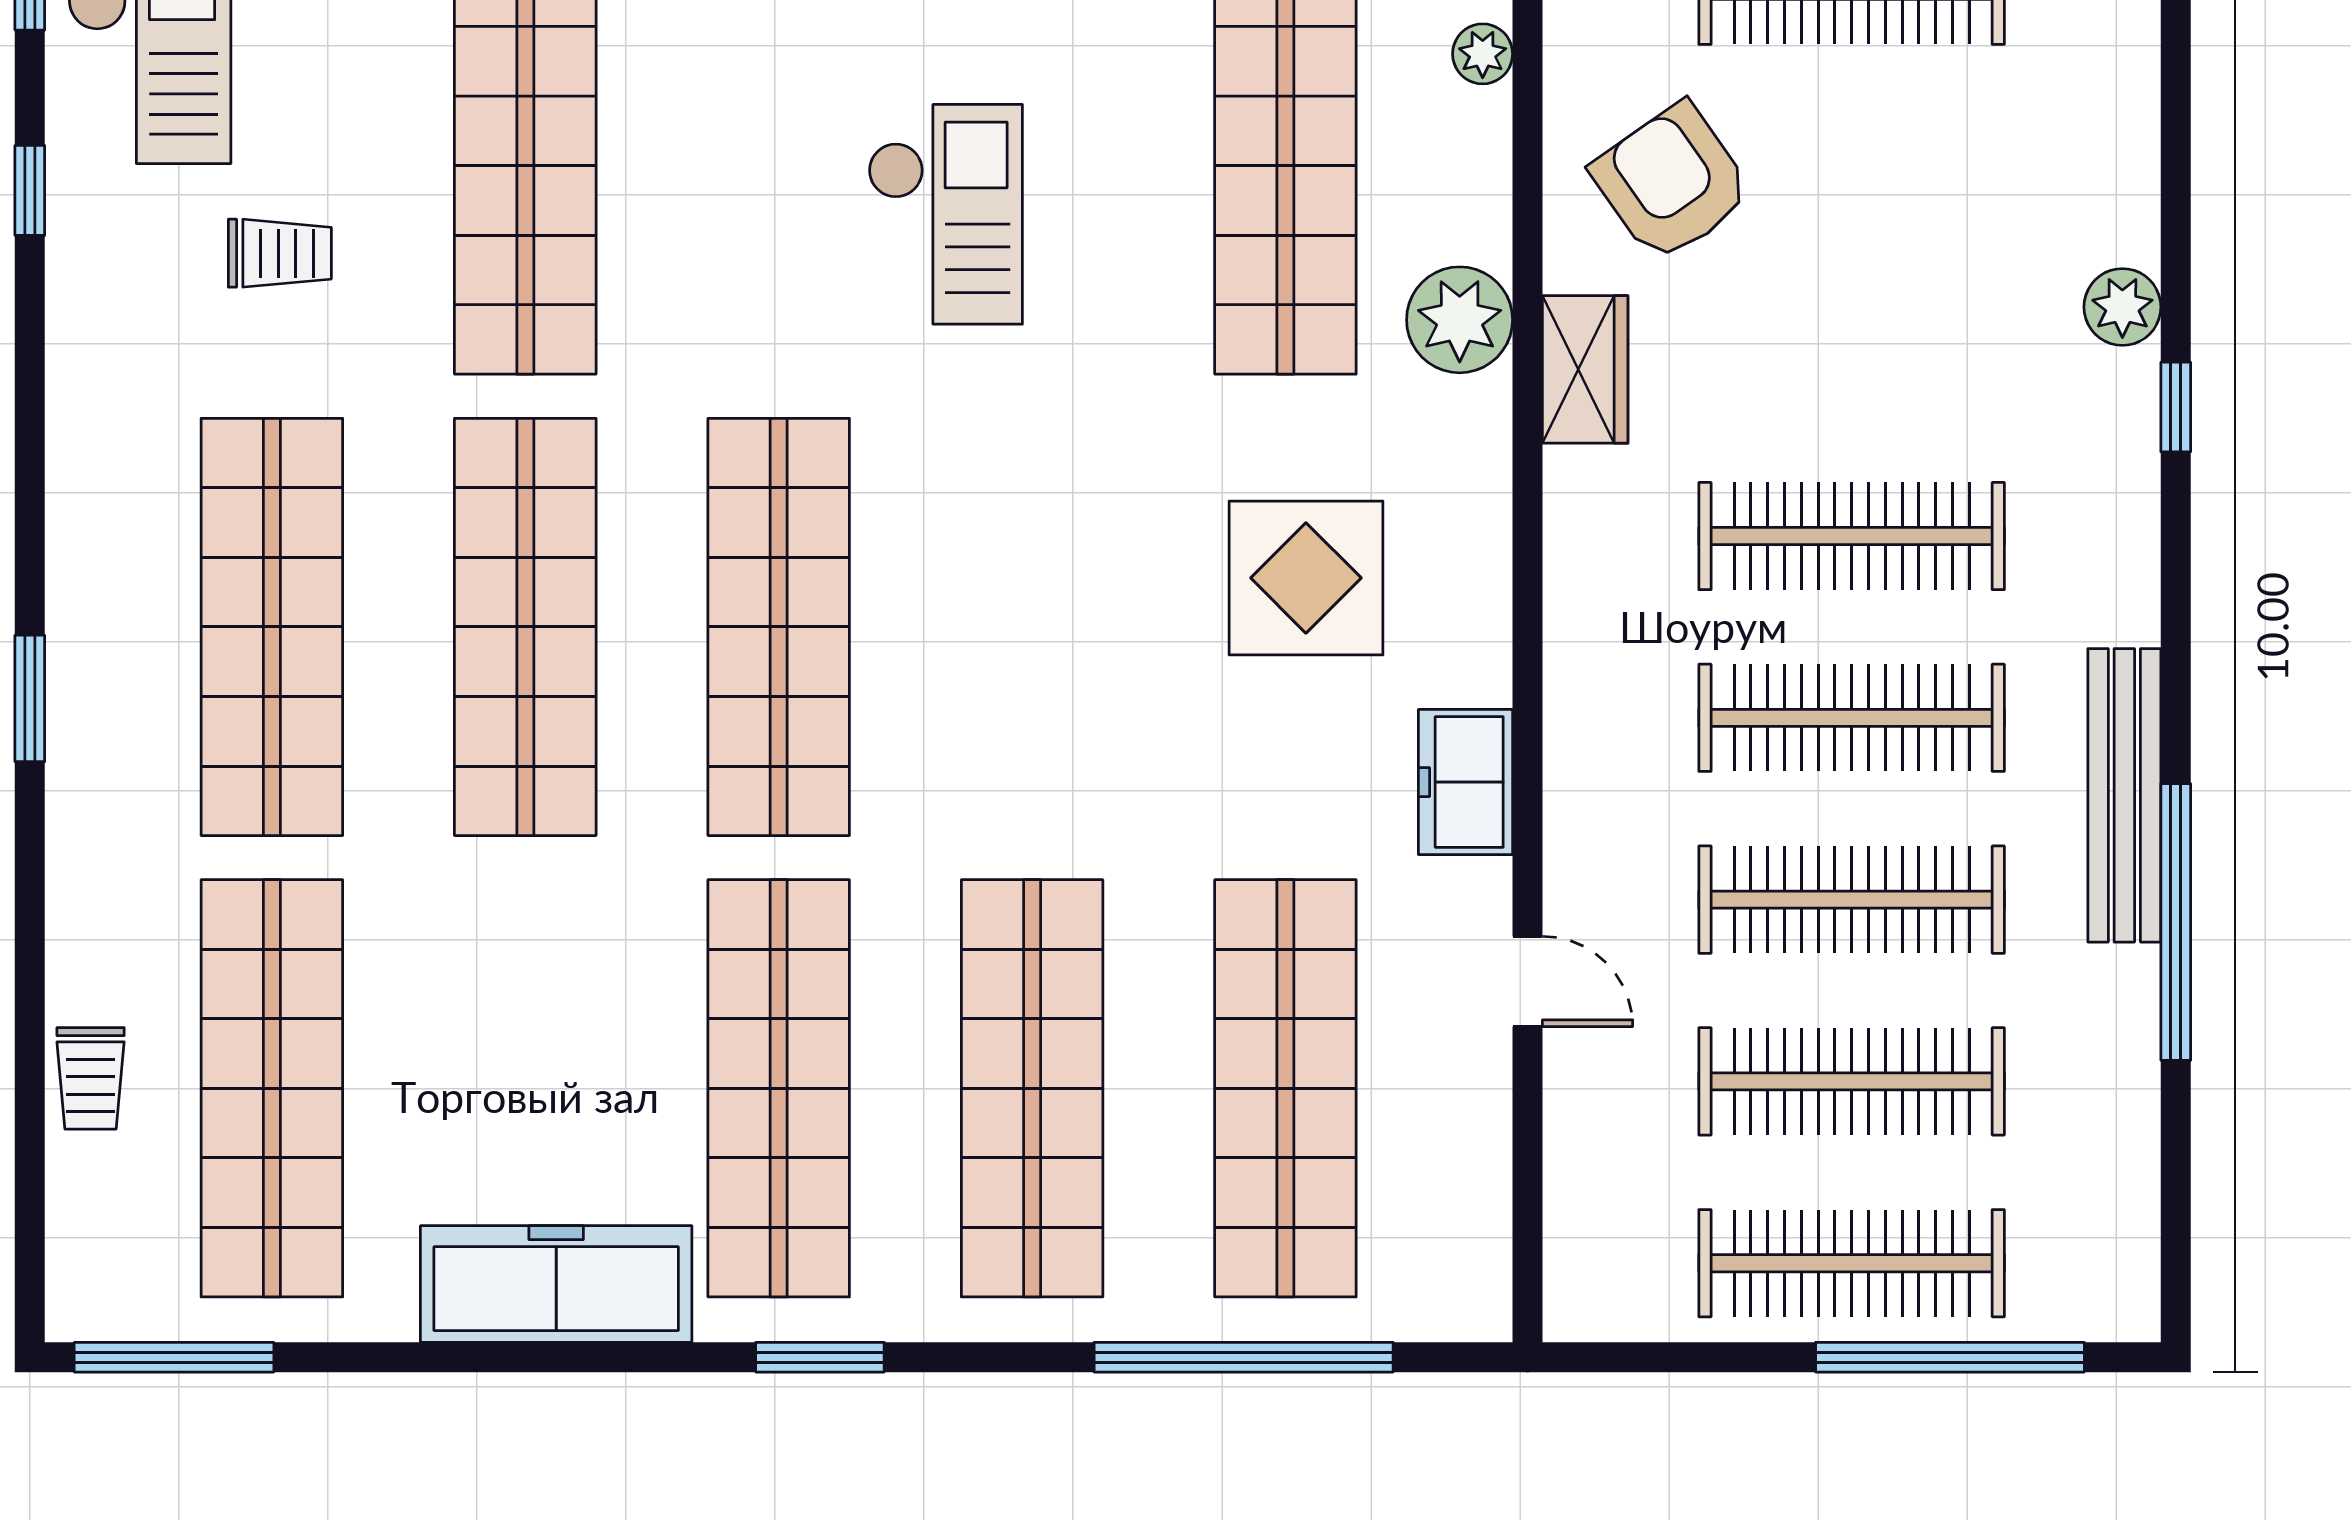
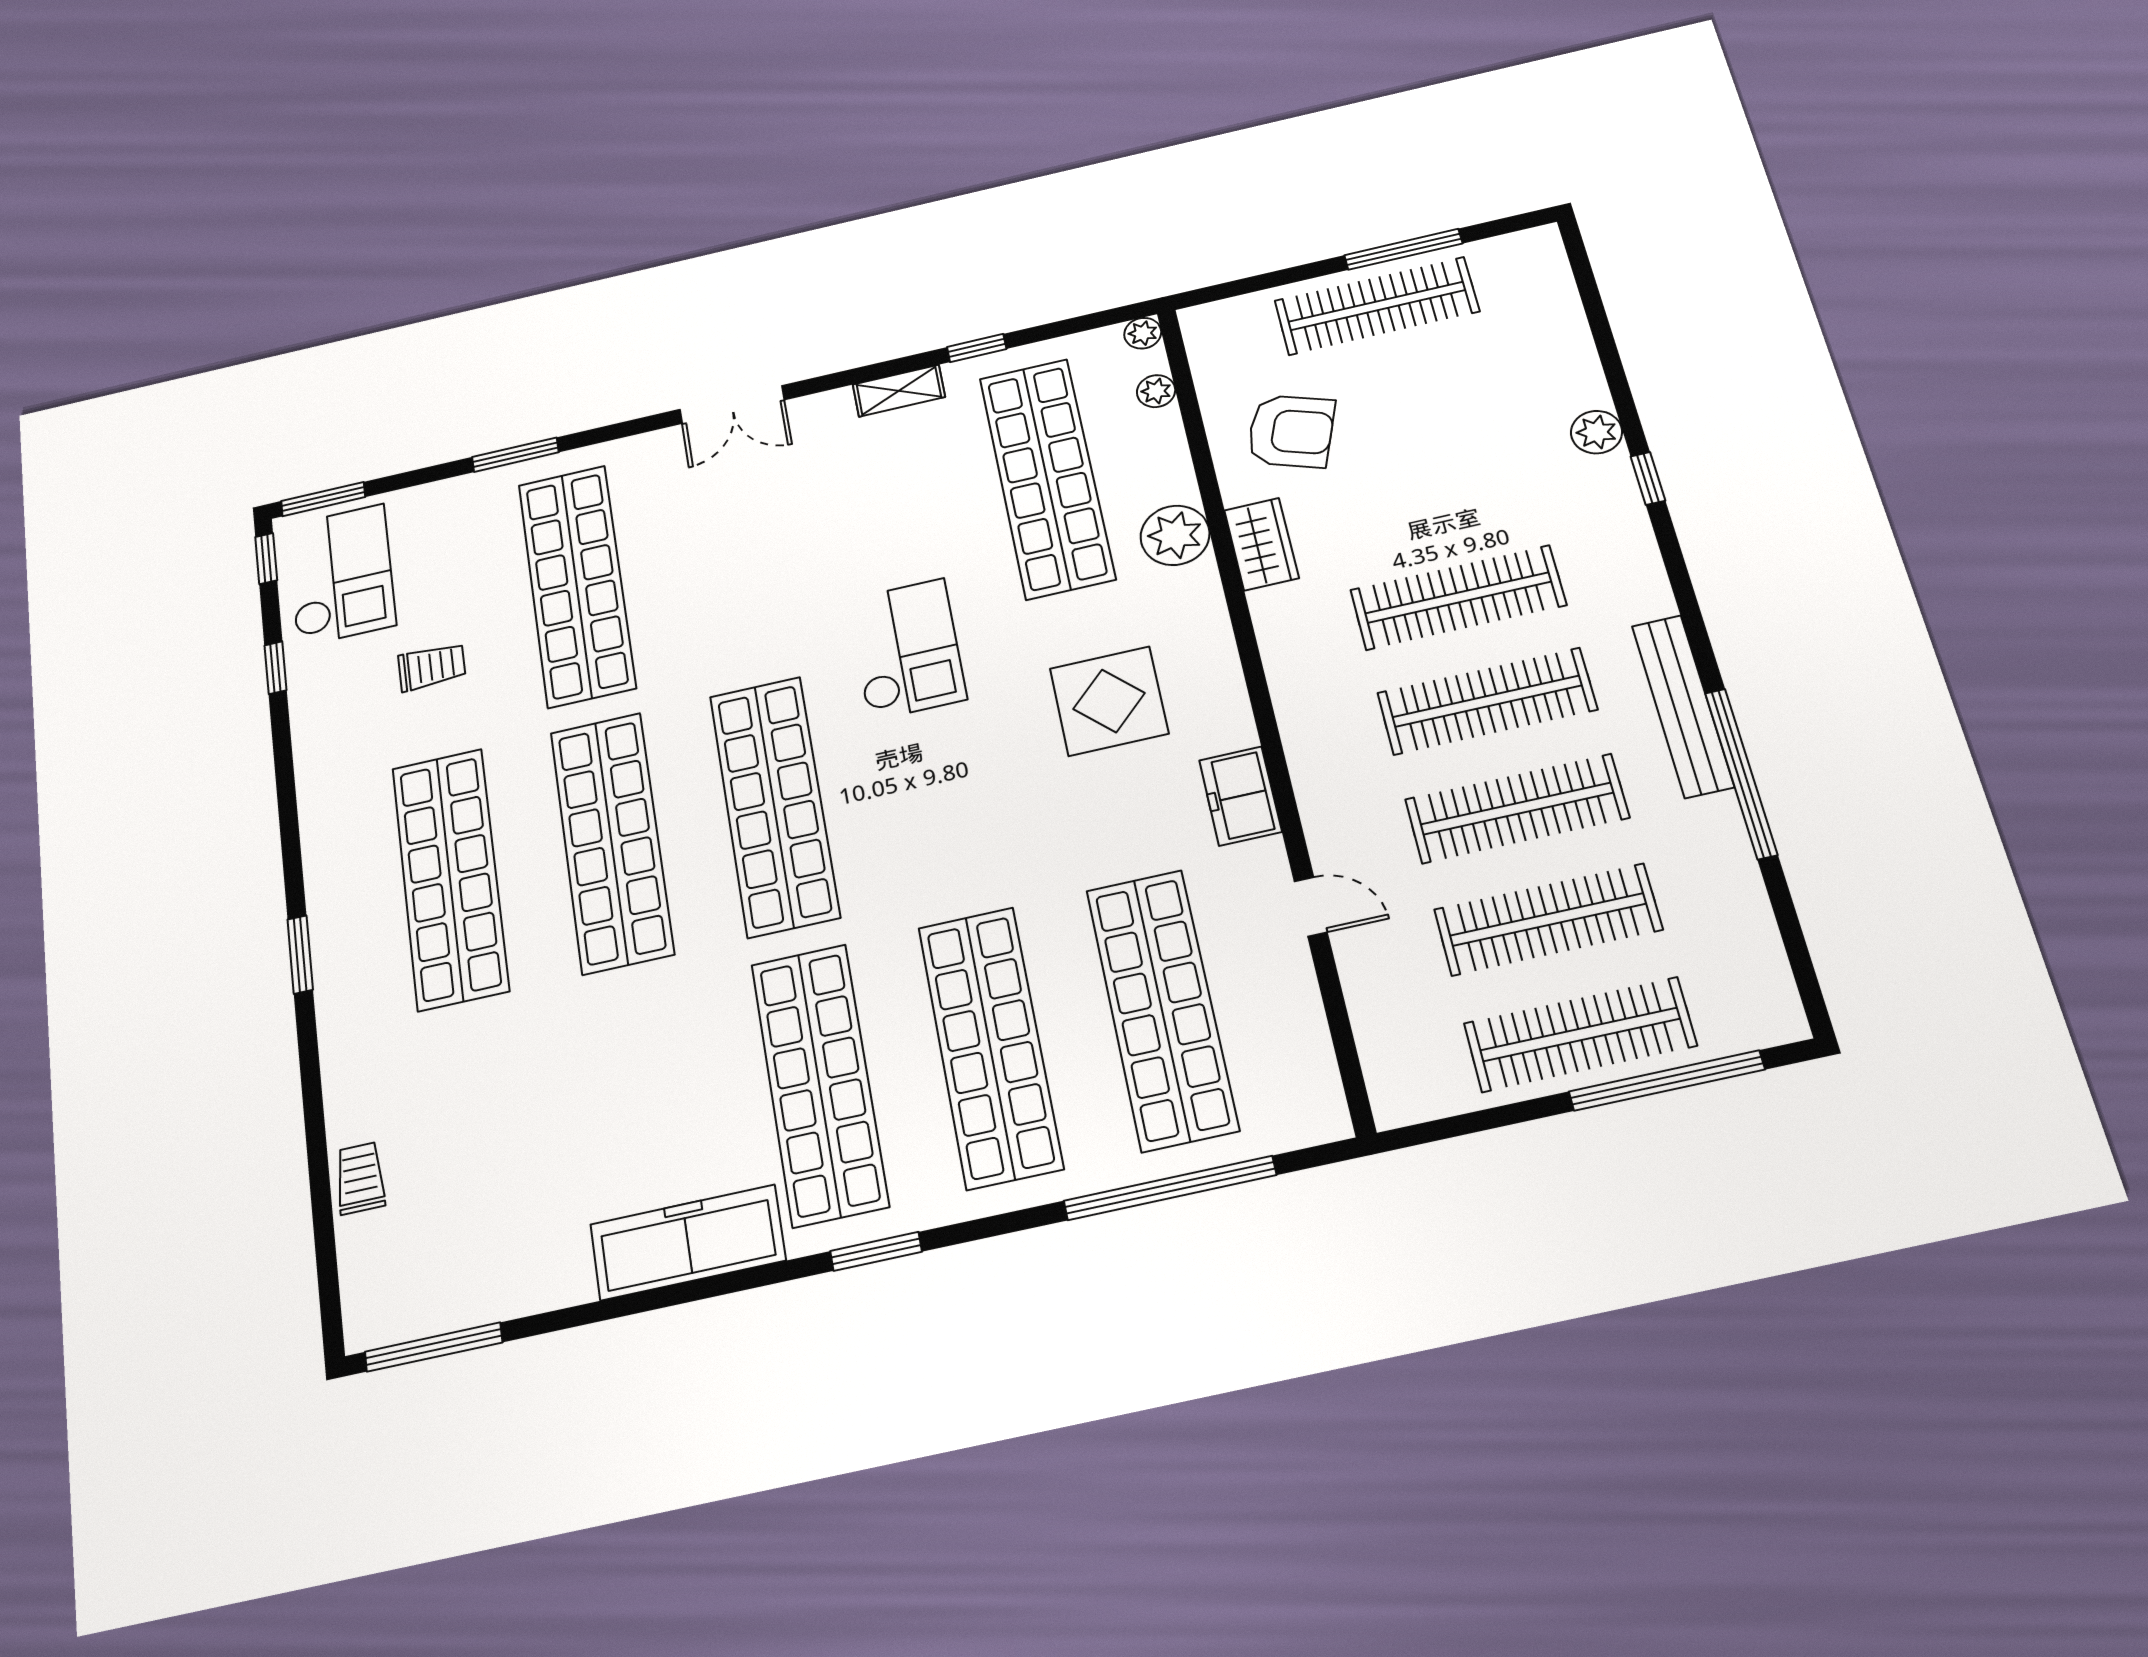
armchair: (1672, 182) -> (1291, 431), turned 145
checkout: (945, 214) -> (907, 649), moved
trolley: (91, 1078) -> (360, 1178), turned 180
shop shelf: (272, 1088) -> (481, 1158), removed

